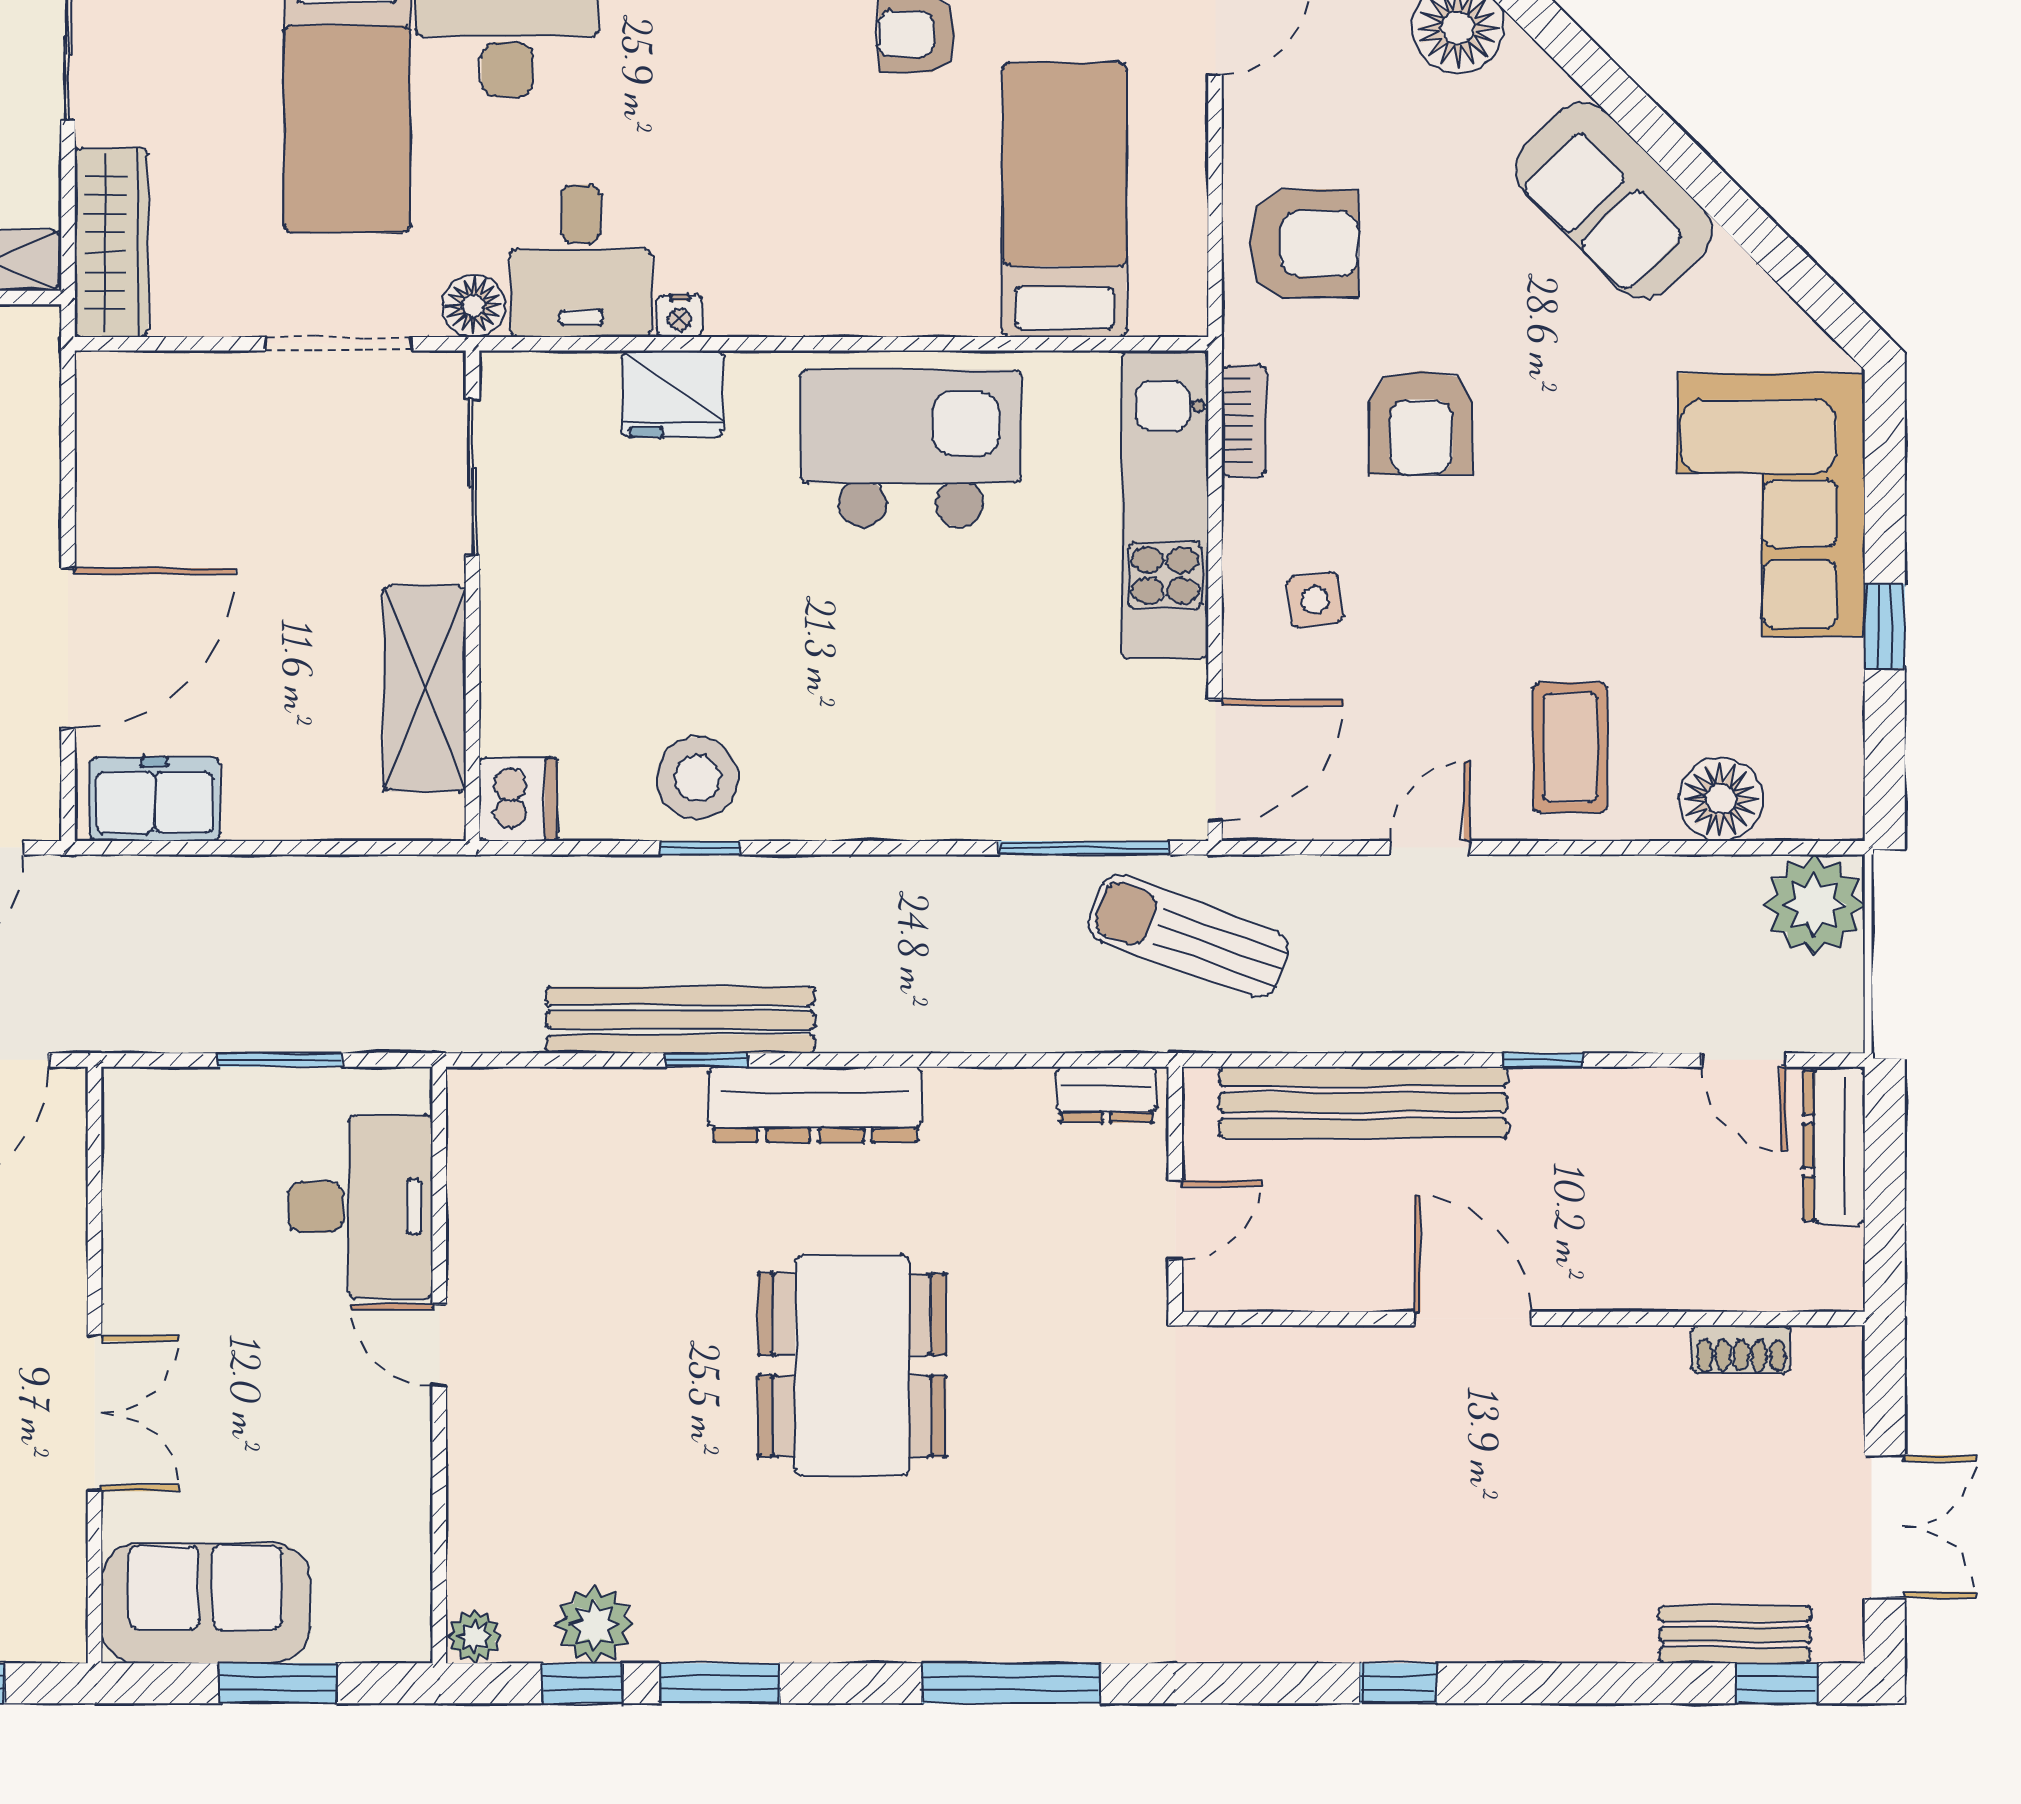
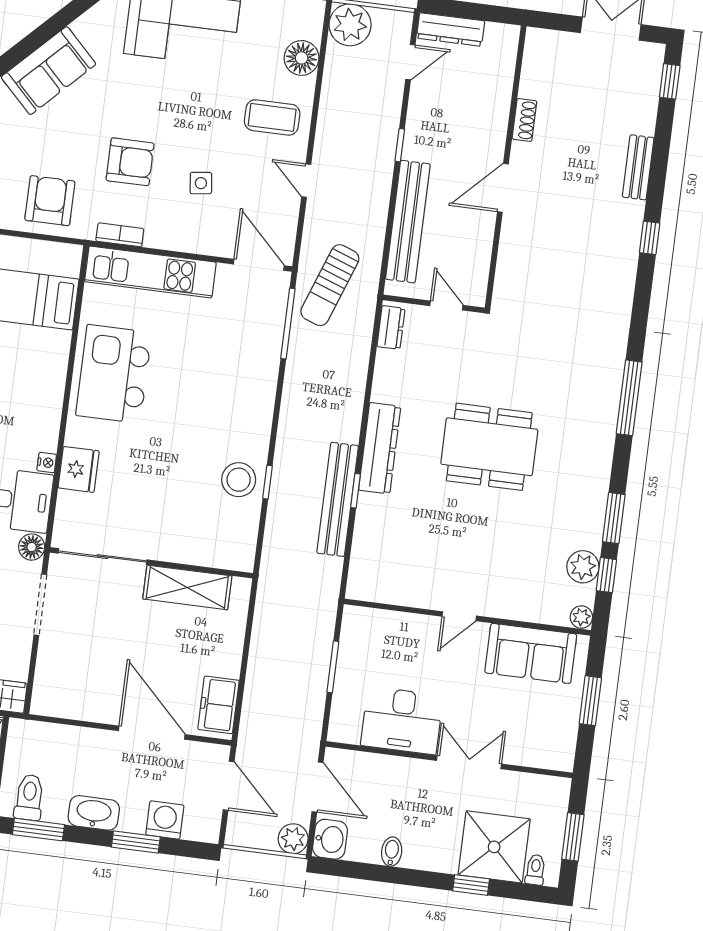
sliding door: (472, 477) -> (102, 557), width x1.37
side table: (1315, 600) -> (201, 183), moved
dishwasher: (518, 799) -> (238, 555), removed
desk: (361, 1207) -> (402, 721), moved, turned 180
shoe rack: (1741, 1349) -> (524, 120), moved
sofa: (205, 1603) -> (531, 653), moved, turned -90
bench: (1735, 1634) -> (638, 167), moved

